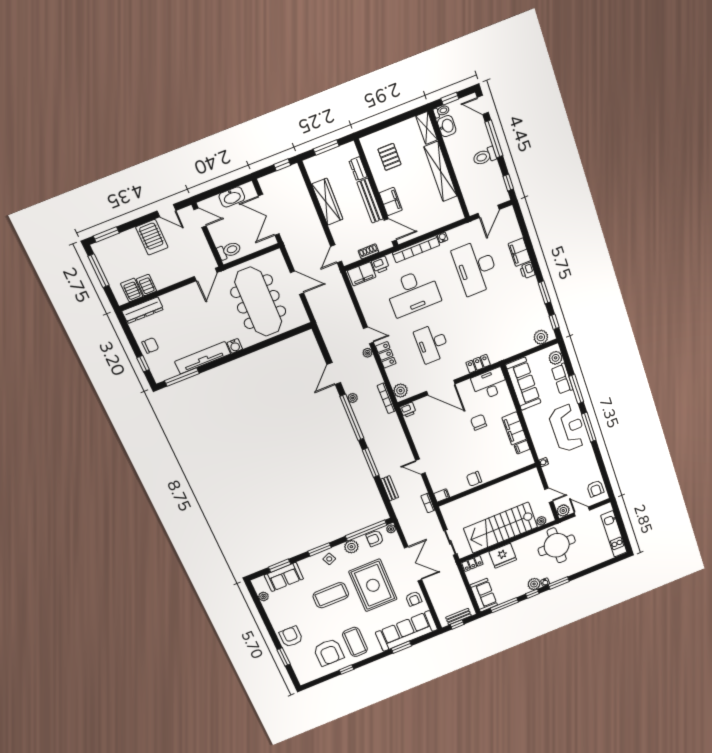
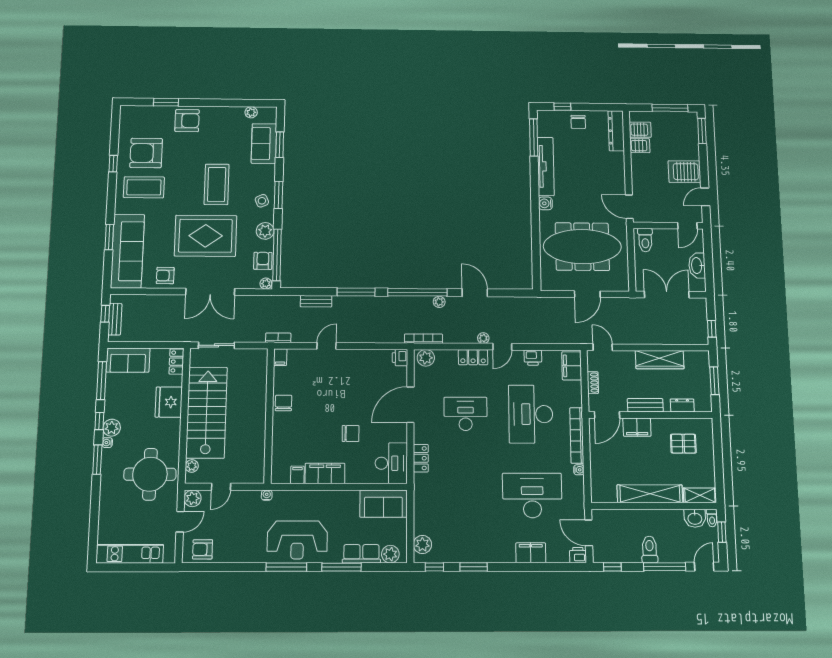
bench: (370, 201) -> (645, 405), width x0.73
printer: (380, 265) -> (533, 358), moved, turned -90
printer: (527, 270) -> (578, 555), moved
sofa: (523, 384) -> (383, 504), width x0.73

